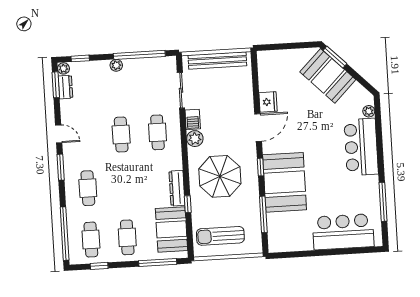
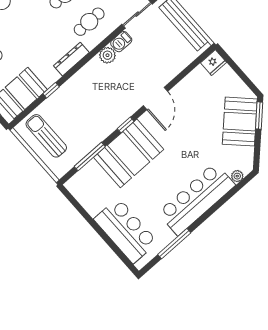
fridge: (268, 102) -> (213, 63), moved
door: (258, 128) -> (155, 99), hinge flipped
bar counter: (361, 147) -> (196, 199), width x1.36
parasol: (220, 176) -> (93, 98), removed
dresser: (177, 188) -> (71, 59), moved

